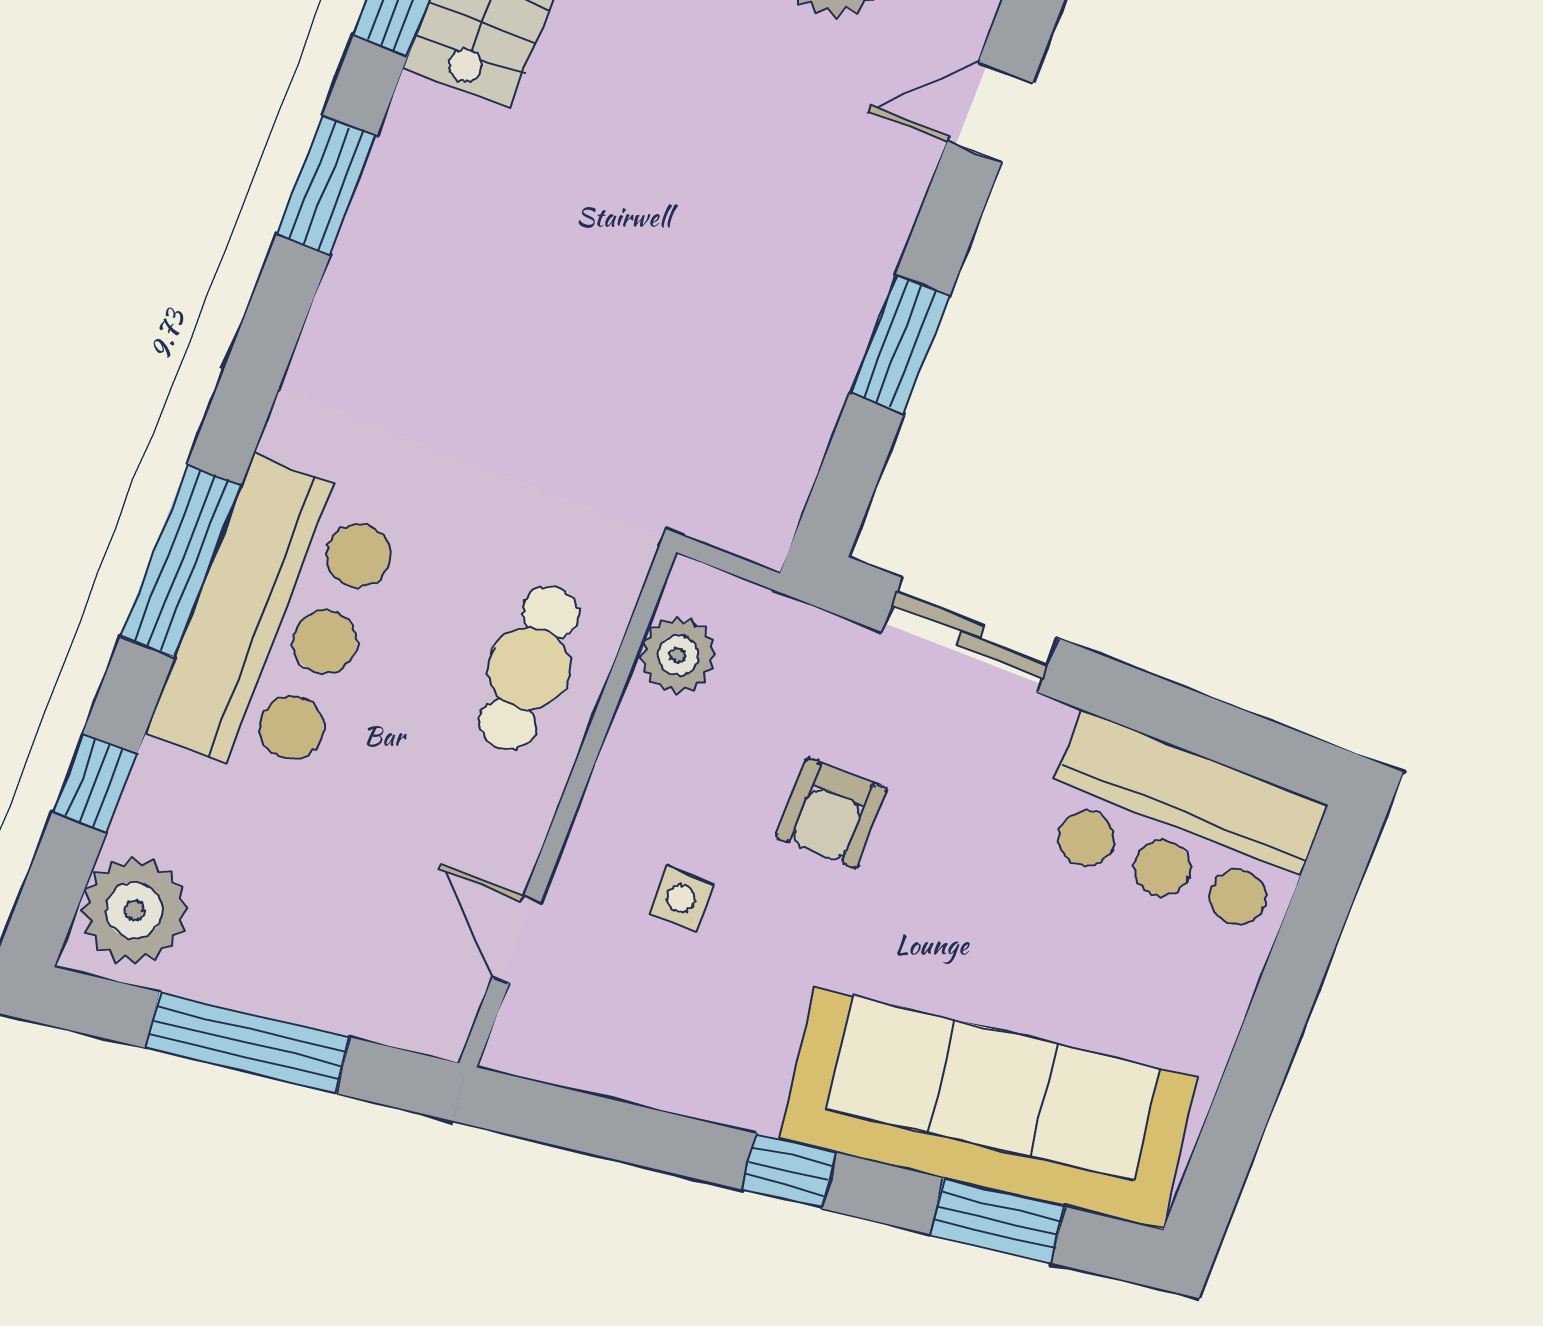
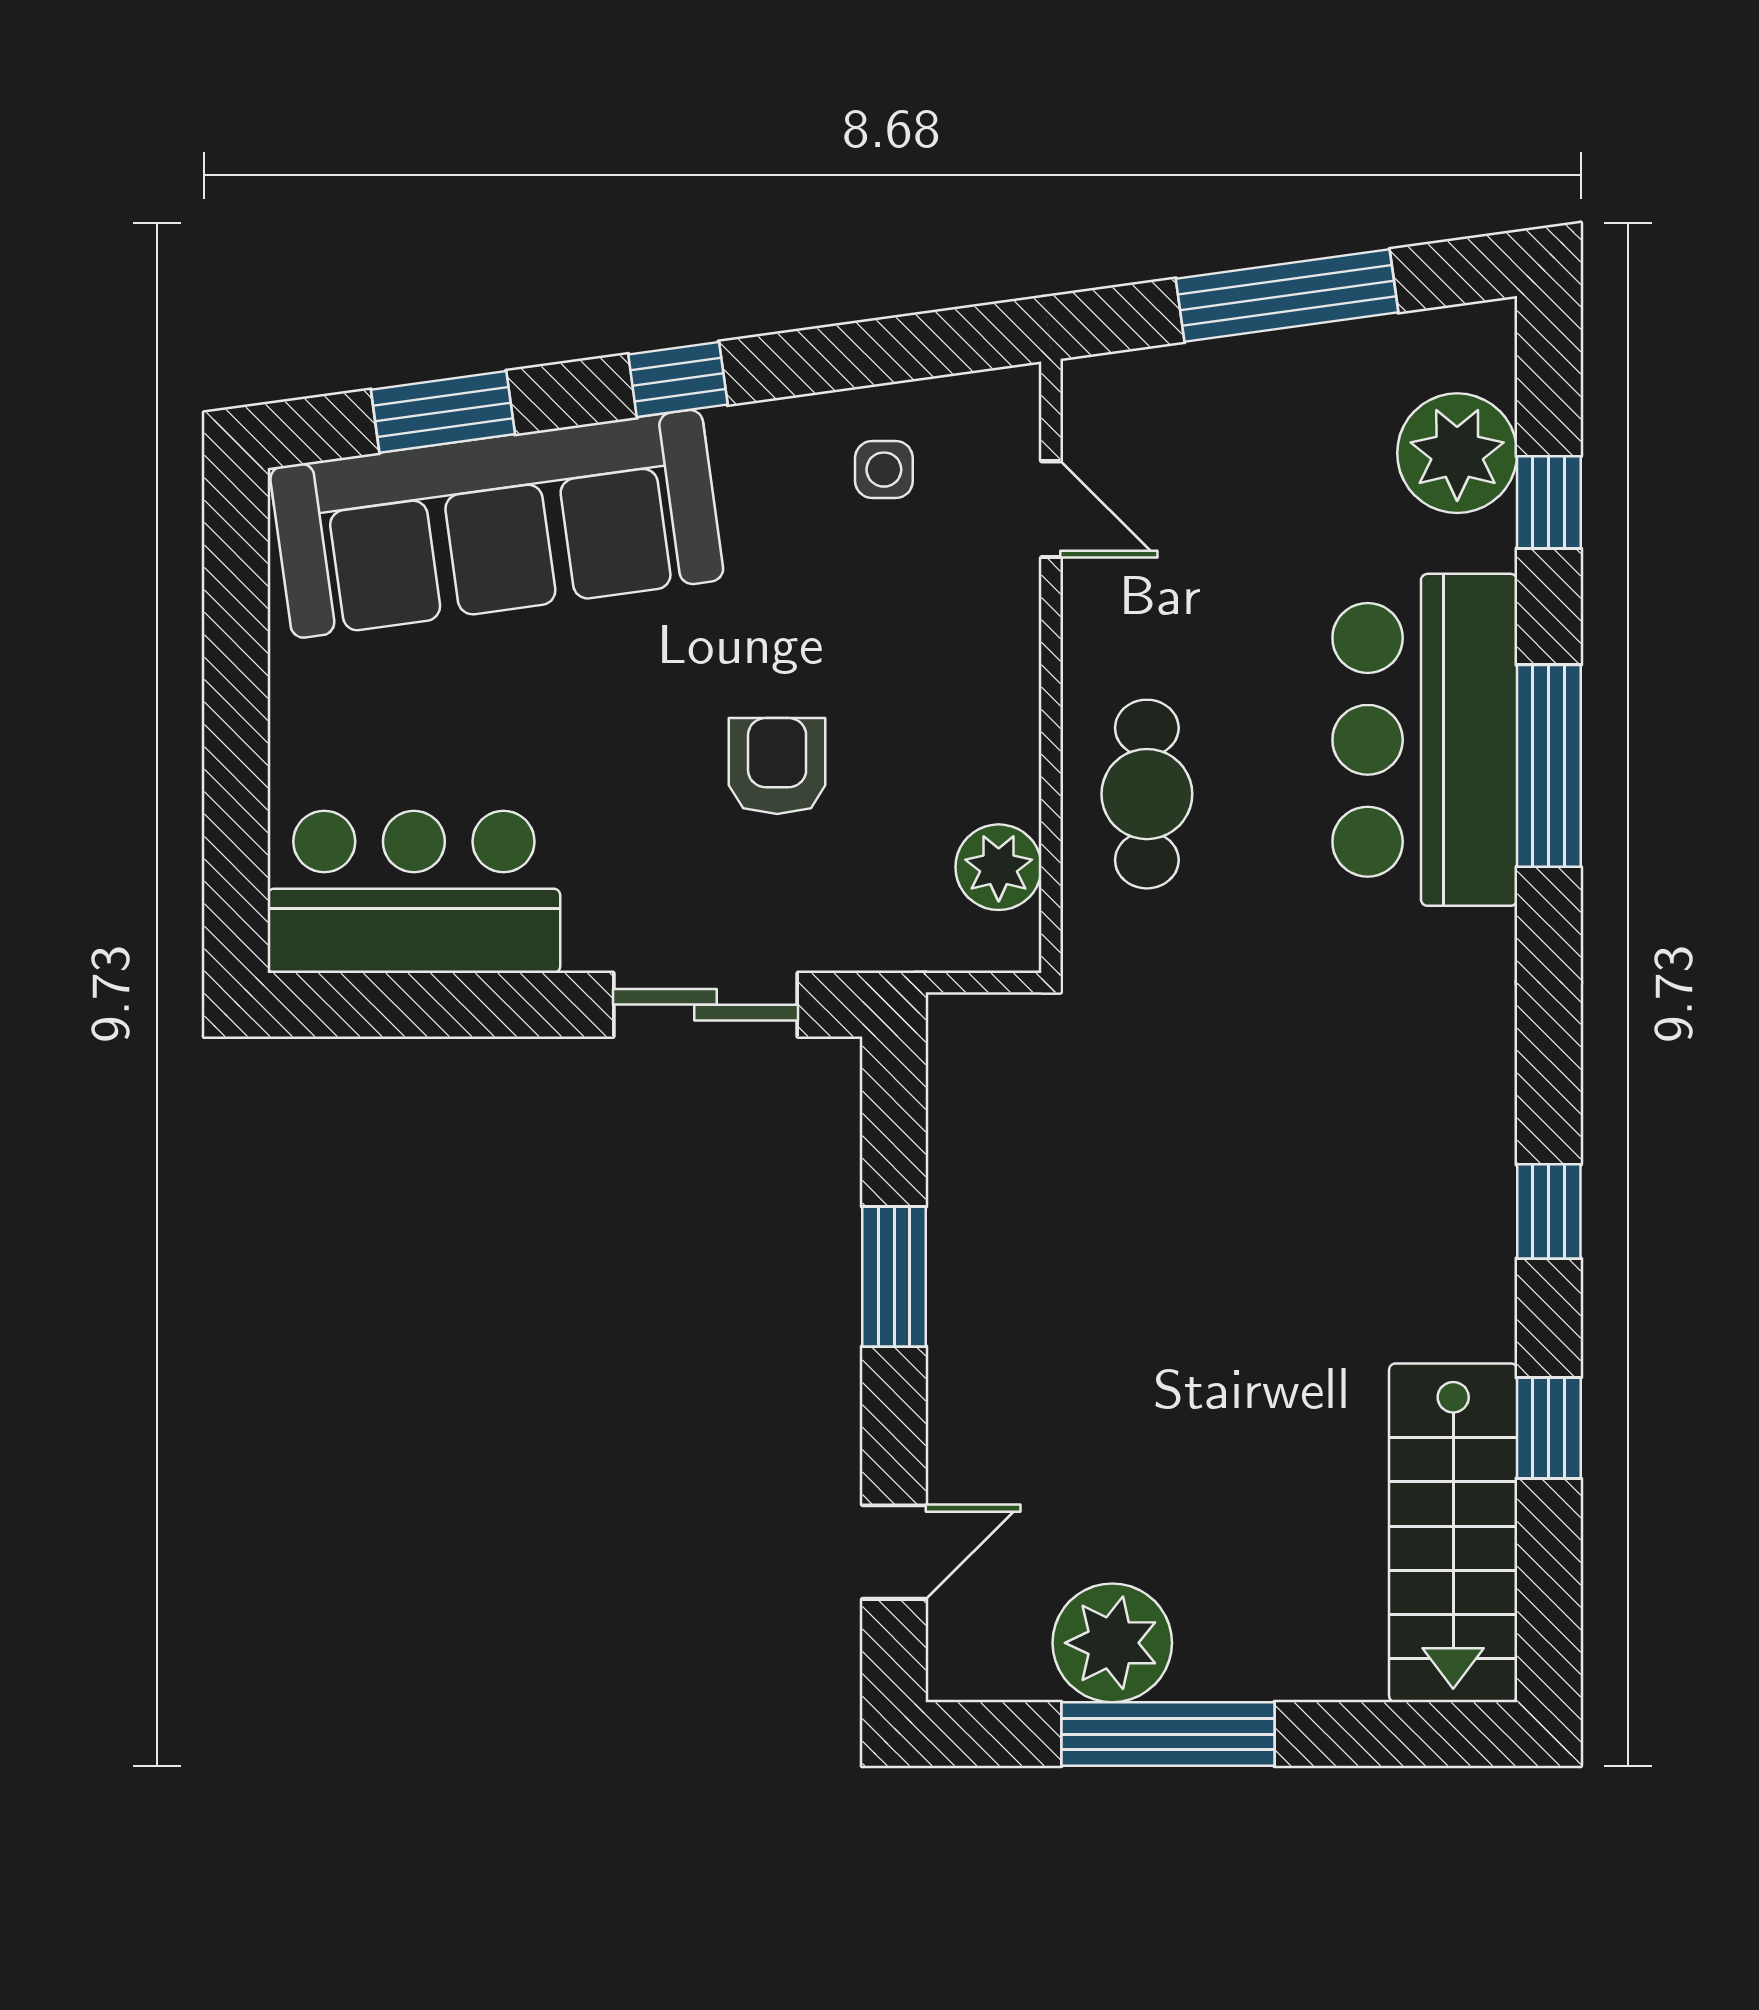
window: (327, 185) -> (1549, 1211), width x0.67
side table: (681, 899) -> (884, 470), moved
plant: (134, 910) -> (1457, 453), moved

